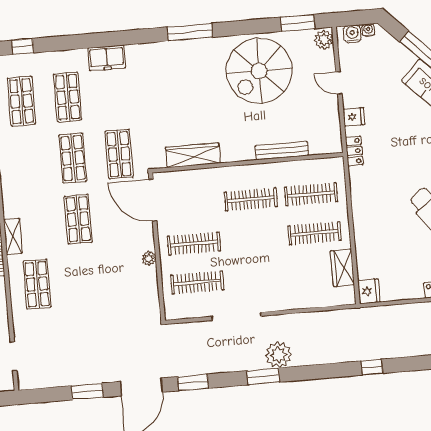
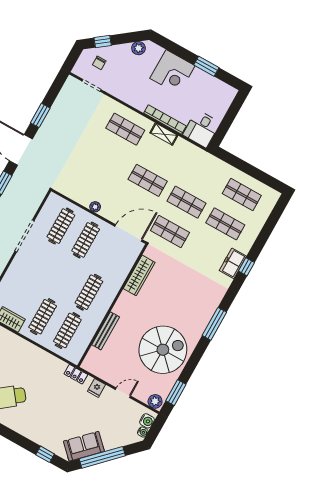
window: (23, 47) -> (246, 267), moved
spiral stairs: (259, 71) -> (163, 350), turned 90

